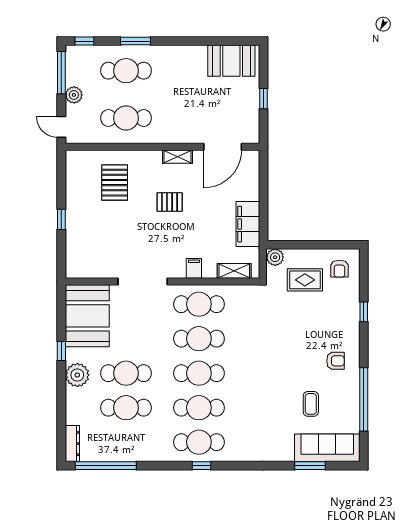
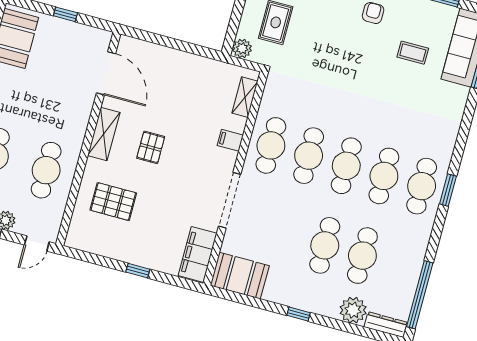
shelving: (178, 157) -> (104, 134), width x1.50, depth x1.33
filing cabinet: (248, 224) -> (198, 254), moved, turned 90
booth: (87, 316) -> (240, 276), width x0.73, depth x0.70
window: (61, 351) -> (299, 314), moved
plant: (77, 375) -> (353, 310), moved
window: (202, 466) -> (448, 190), width x1.50

